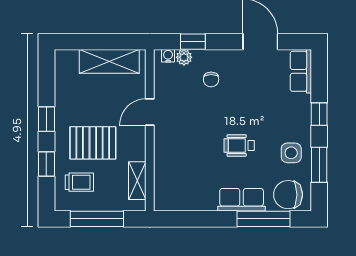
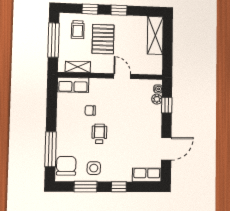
shelving: (109, 61) -> (155, 35), moved
chair: (211, 79) -> (90, 110), moved
row of seats: (242, 200) -> (73, 85), moved, turned 90

